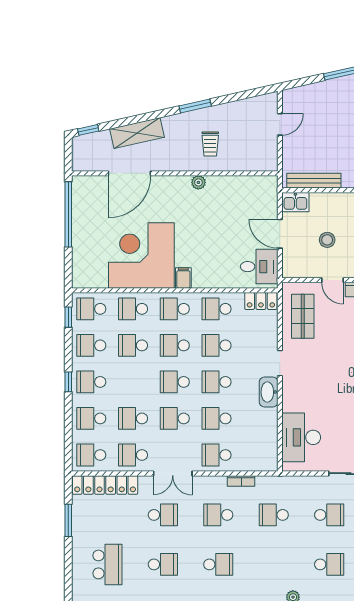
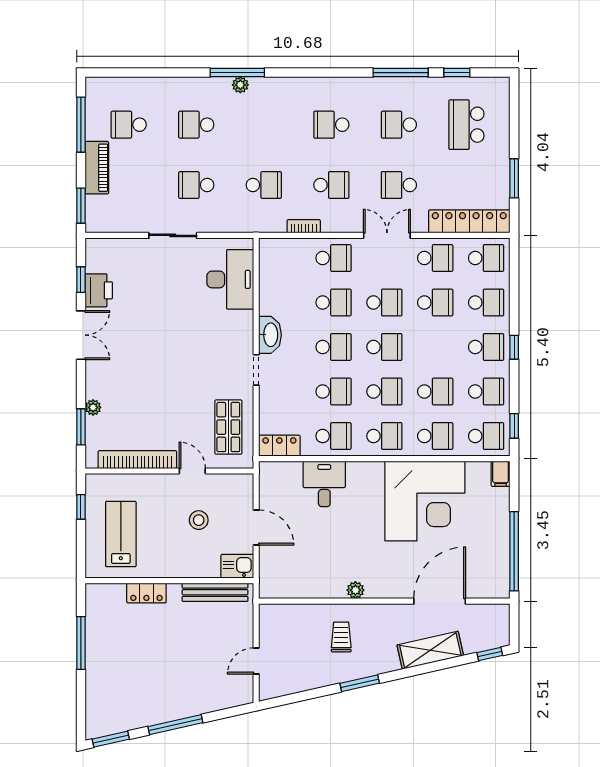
desk: (259, 267) -> (324, 484), moved, turned 90
filing cabinet: (183, 278) -> (501, 474), moved

